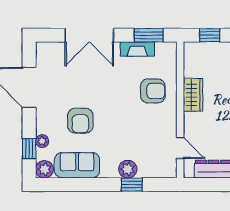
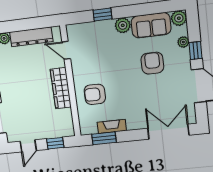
double door: (89, 35) -> (168, 132), moved
wardrobe: (193, 95) -> (61, 88), width x1.50
window: (29, 149) -> (195, 51), moved
plant: (128, 169) -> (123, 25), moved

